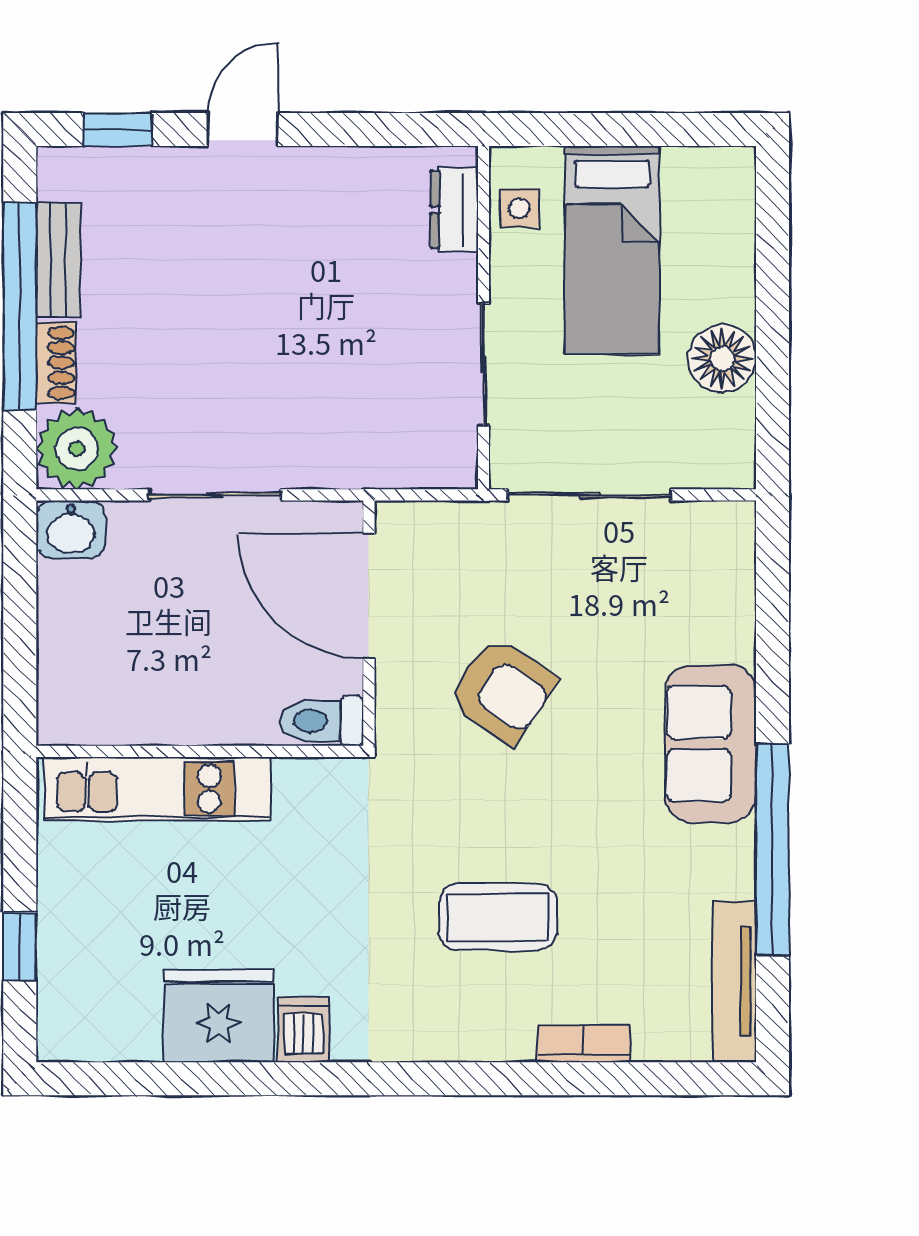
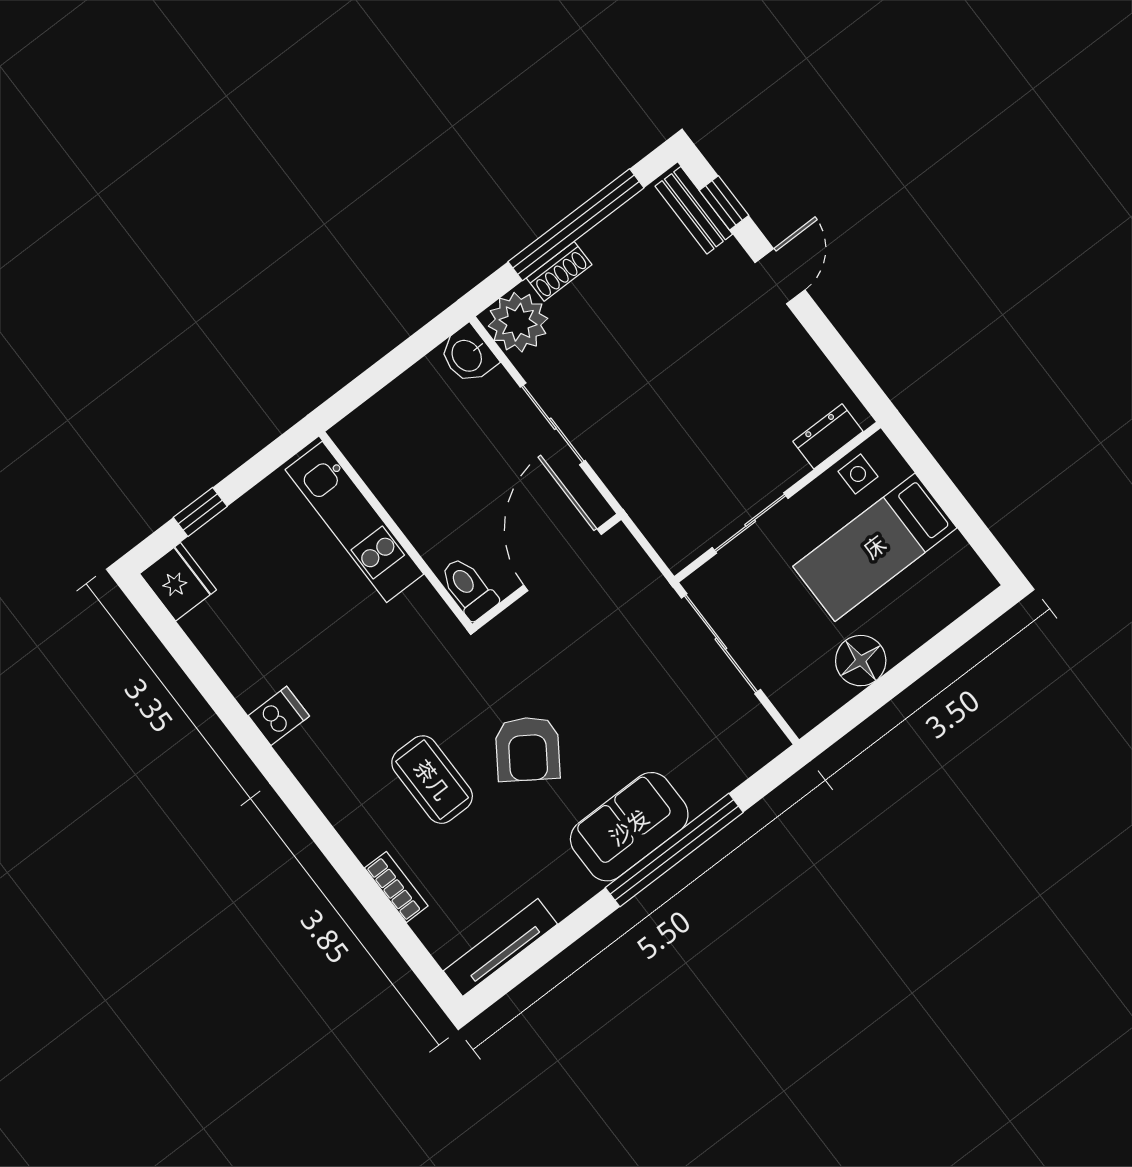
door: (243, 129) -> (780, 276), hinge flipped
bench: (58, 260) -> (694, 210), moved, turned 90
armchair: (503, 690) -> (528, 749), moved
window: (773, 849) -> (674, 850), moved
fridge: (219, 1016) -> (178, 582), moved, width x0.73, depth x0.75

